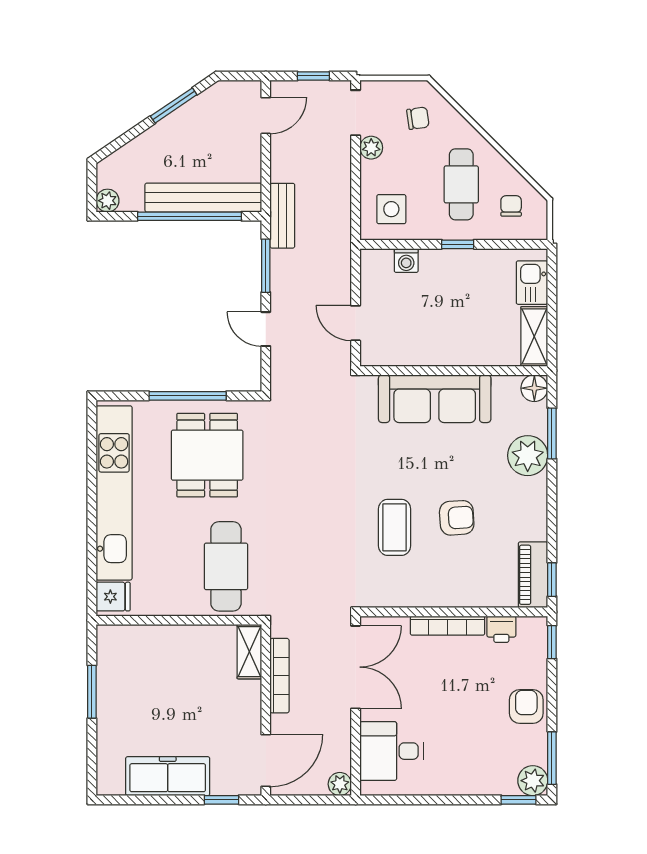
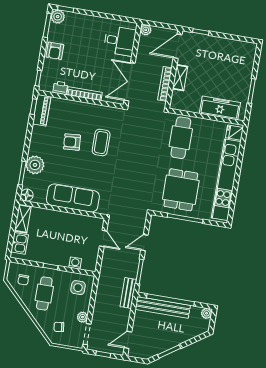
door: (266, 329) -> (144, 243), swing flipped
shelving: (249, 652) -> (180, 78), moved
freezer: (168, 776) -> (220, 108), moved, turned 180

